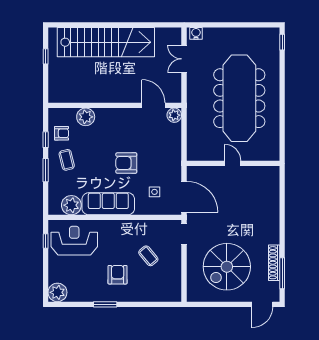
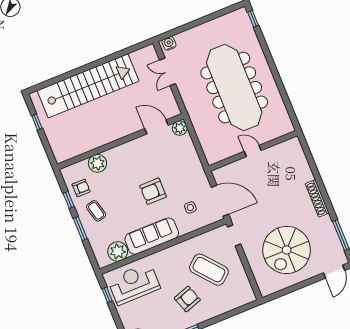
coffee table: (148, 256) -> (209, 270), width x1.86, depth x1.72
shoe rack: (274, 263) -> (317, 198), moved
armchair: (118, 275) -> (187, 299), turned 71

